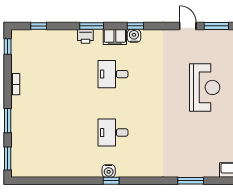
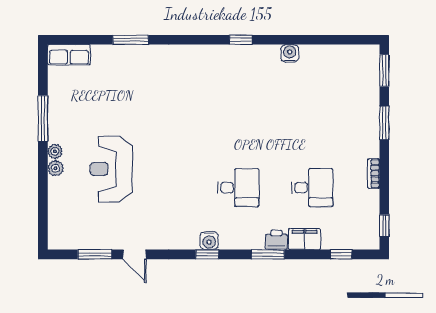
filing cabinet: (115, 37) -> (305, 239), moved
desk: (113, 132) -> (312, 188), moved
water cooler: (109, 171) -> (290, 53), moved

